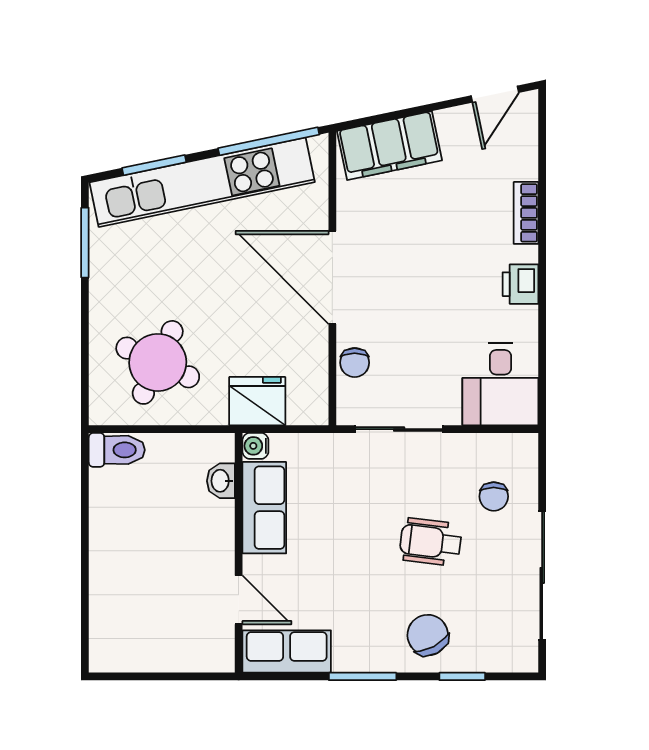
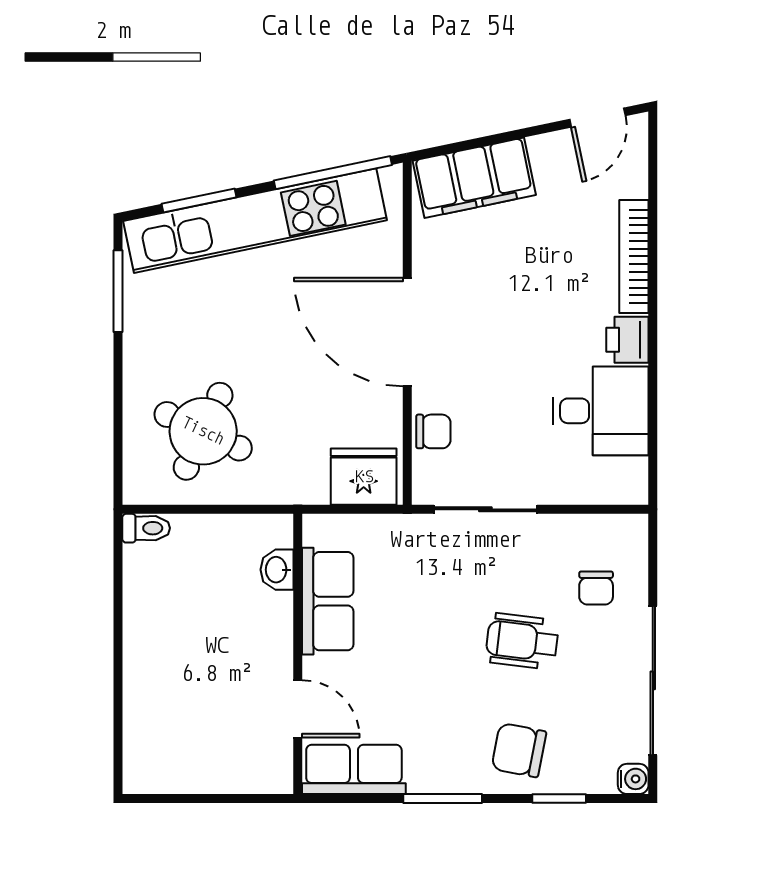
bookcase: (526, 213) -> (634, 256), width x1.56
chair: (355, 363) -> (433, 431), turned -90
desk: (500, 384) -> (600, 411), moved, turned -90
fridge: (257, 401) -> (364, 477), moved
water cooler: (255, 446) -> (633, 779), moved, turned 180
toilet: (117, 450) -> (146, 528), width x0.73, depth x0.72
chair: (428, 635) -> (519, 750), turned -51

